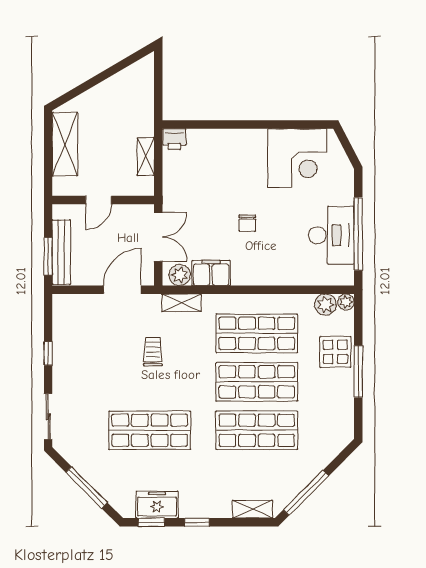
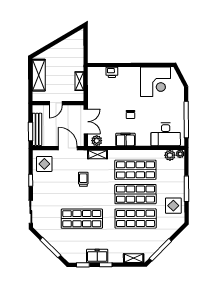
printer: (174, 139) -> (112, 72), moved
desk: (331, 235) -> (166, 134), moved, turned 90
filing cabinet: (211, 273) -> (125, 139), moved
door: (122, 290) -> (68, 148), hinge flipped
display table: (75, 321) -> (44, 164), added
display table: (335, 352) -> (173, 206), moved
freezer: (157, 505) -> (97, 256), moved

